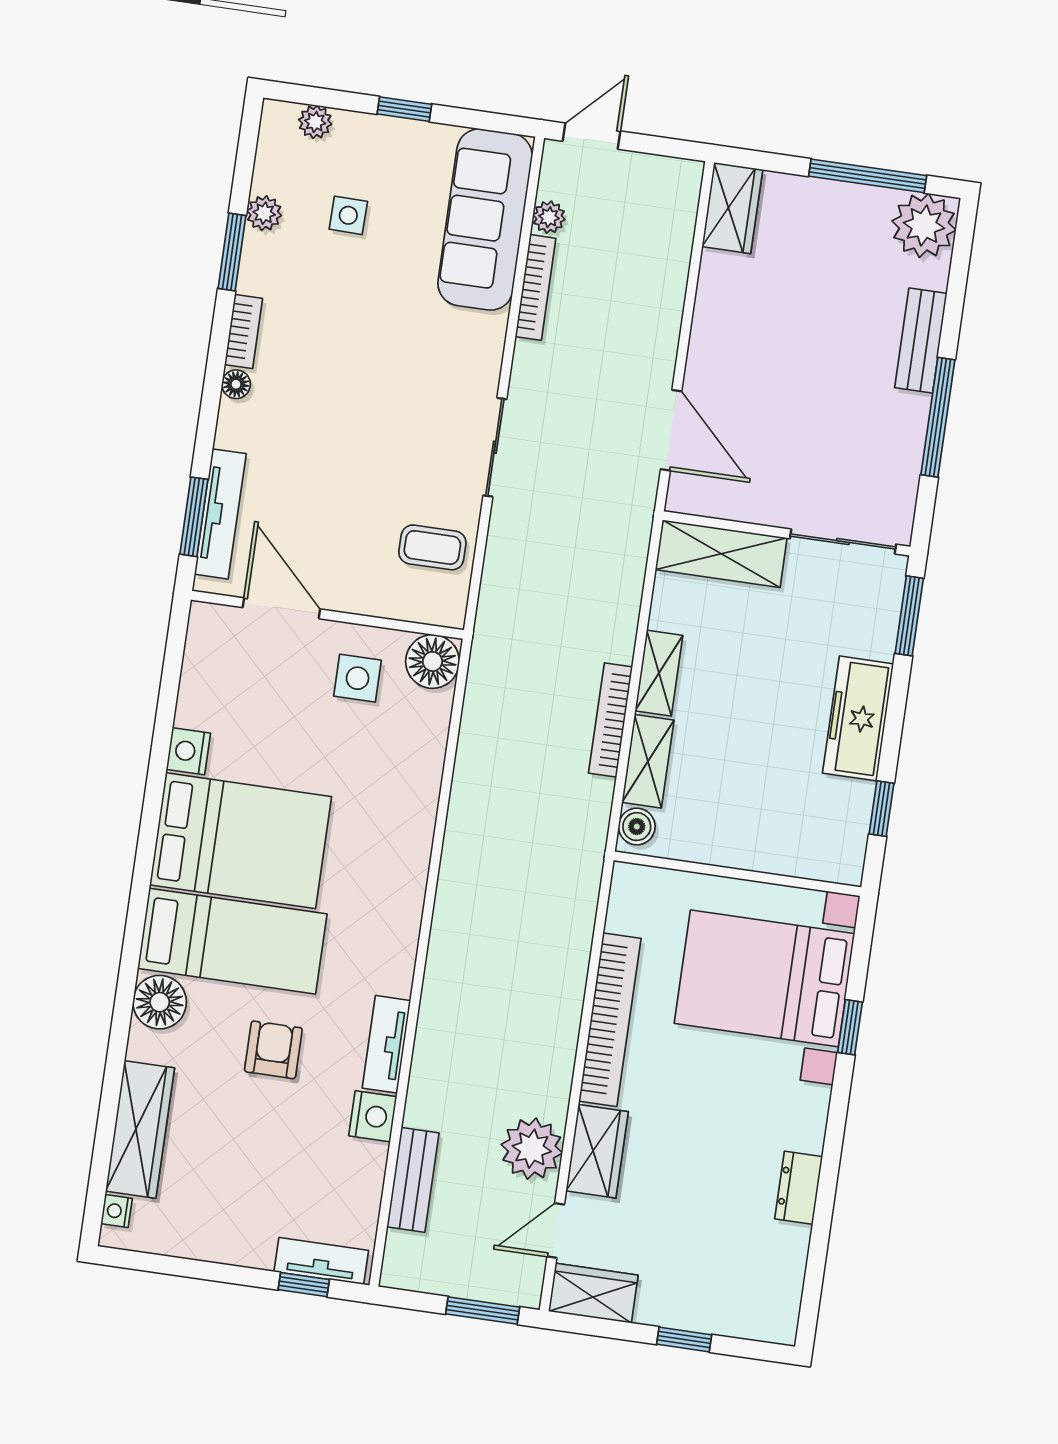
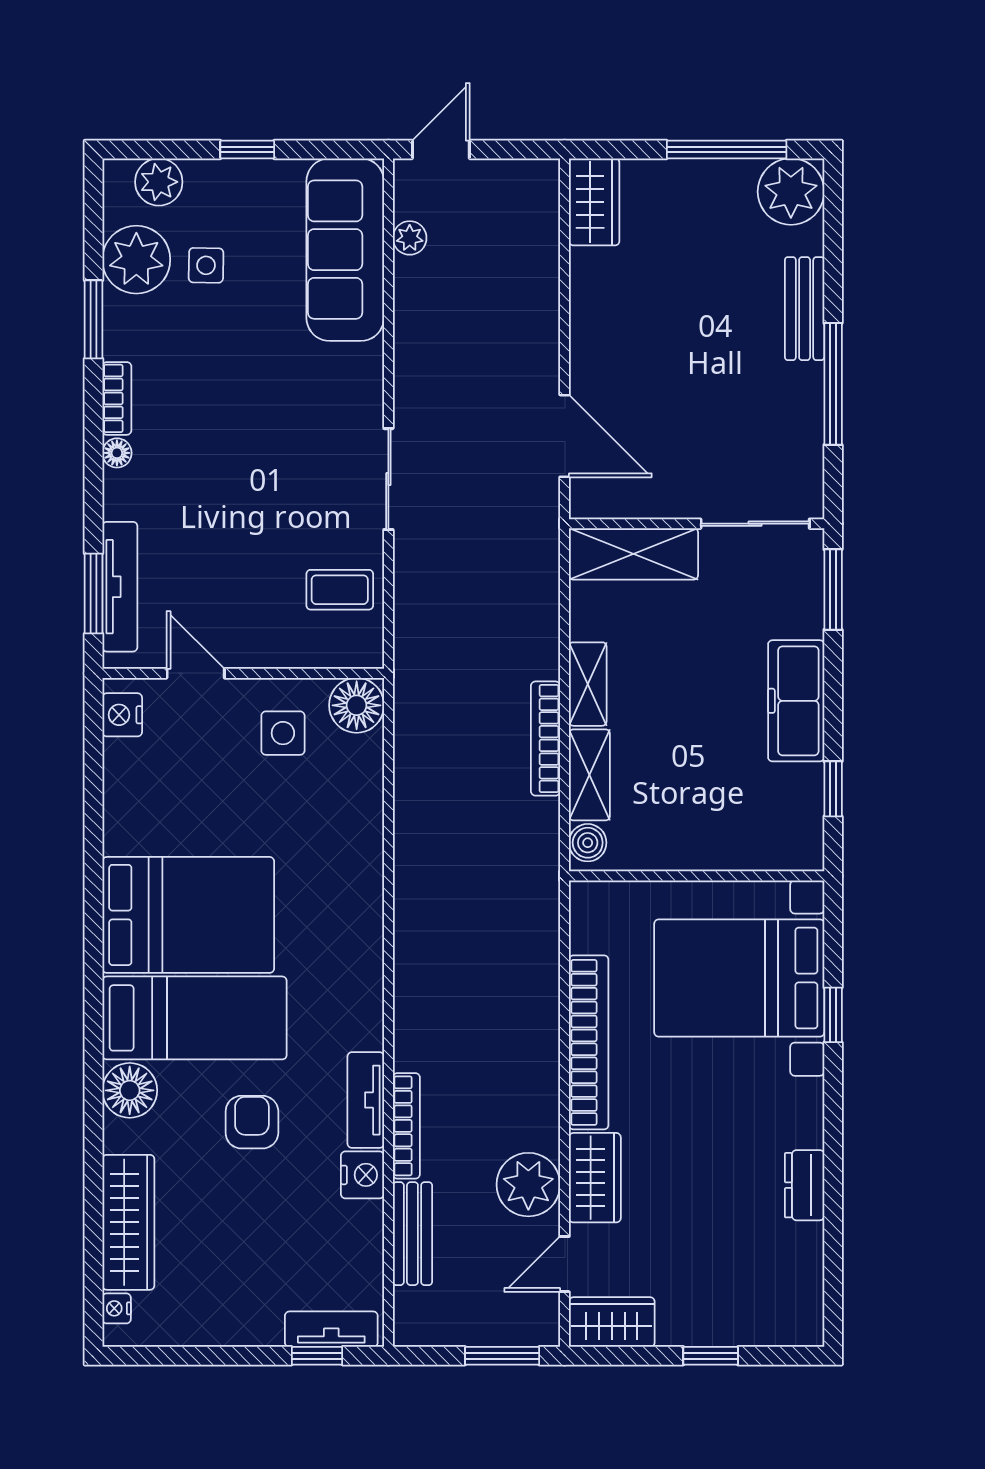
plant: (315, 122) -> (159, 182), width x1.38, depth x1.38
plant: (264, 213) -> (136, 260), width x1.88, depth x1.88
bookcase: (536, 287) -> (406, 1126), moved
door: (281, 608) -> (196, 673), width x0.73
nightstand: (188, 751) -> (122, 715), moved

